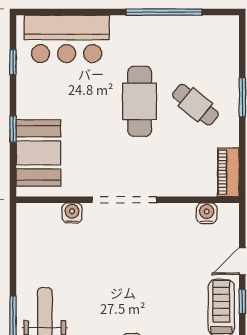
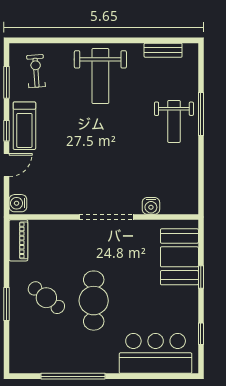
water cooler: (207, 213) -> (18, 203), moved, turned 90

